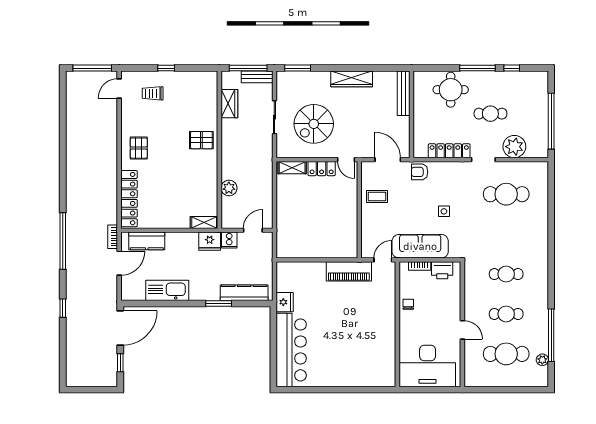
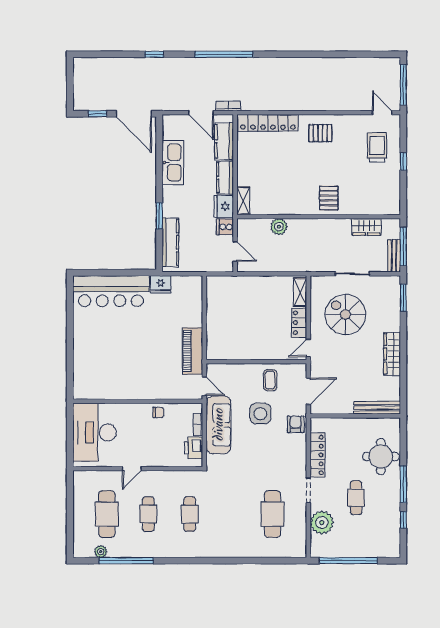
trolley: (153, 93) -> (377, 147), width x1.36, depth x1.39
side table: (444, 211) -> (260, 414), moved, width x1.87, depth x1.87
kitchen counter: (182, 240) -> (225, 178), added

